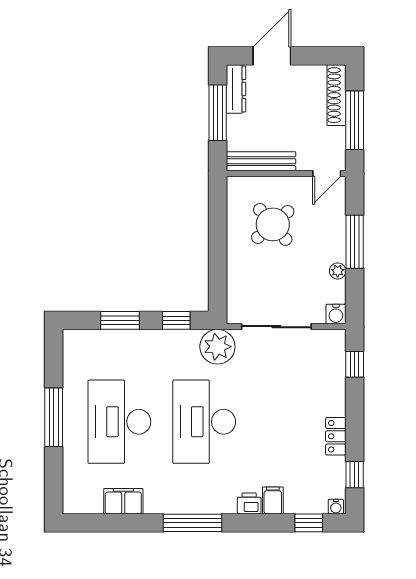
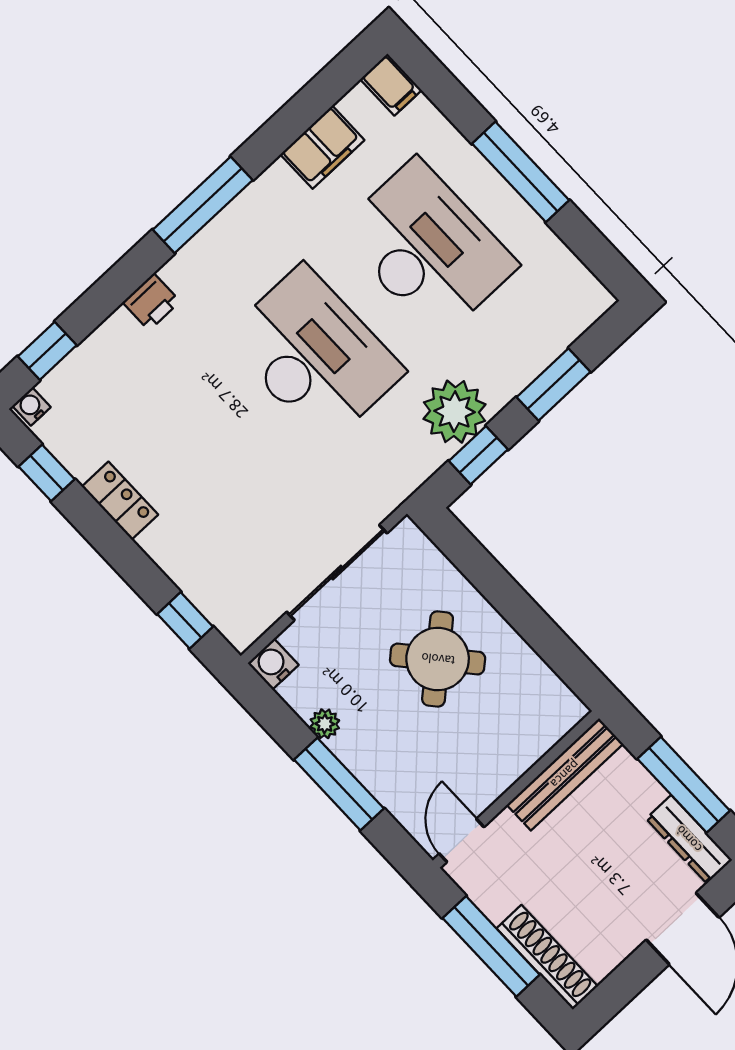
round table: (273, 224) -> (438, 659), moved
plant: (217, 347) -> (455, 412), moved
filing cabinet: (273, 501) -> (391, 85), moved

